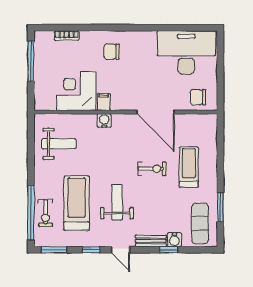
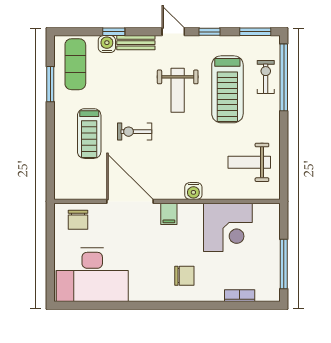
chair: (198, 97) -> (78, 220), turned 90
filing cabinet: (104, 102) -> (169, 214), moved

